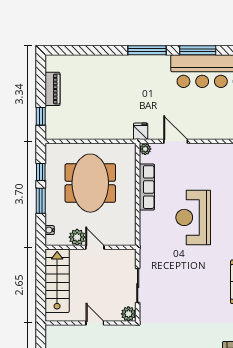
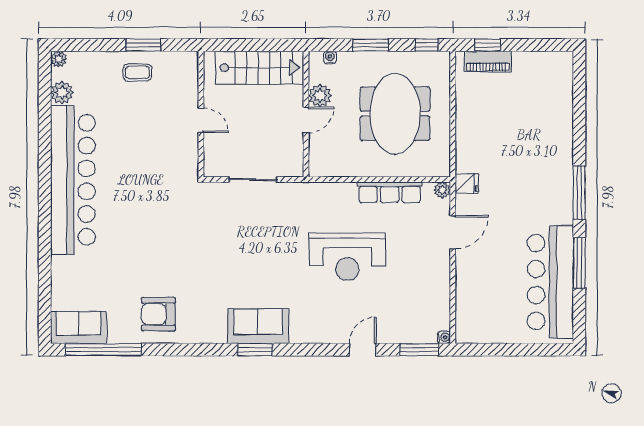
piano: (53, 89) -> (488, 61), moved
window: (41, 172) -> (427, 45), moved
meeting table: (90, 183) -> (395, 114), turned 90
reception desk: (193, 217) -> (347, 257), turned 180
plant: (128, 314) -> (214, 167), removed
door: (95, 323) -> (201, 120), hinge flipped

